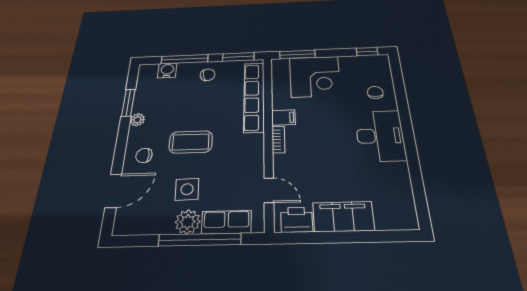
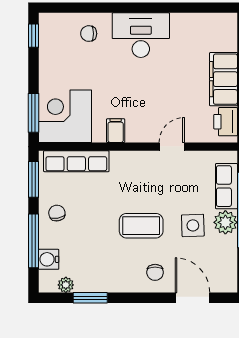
corner desk: (315, 76) -> (65, 116), moved, turned -90
row of seats: (254, 97) -> (76, 161), width x0.73
plant: (137, 120) -> (66, 285), moved
bookcase: (278, 139) -> (141, 136), removed
coffee table: (191, 142) -> (141, 226), turned 90
door: (269, 190) -> (172, 147), moved

